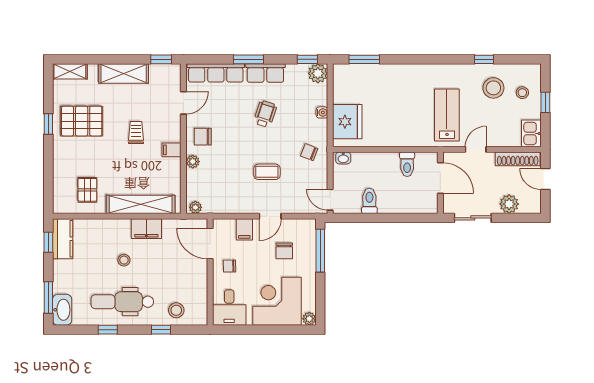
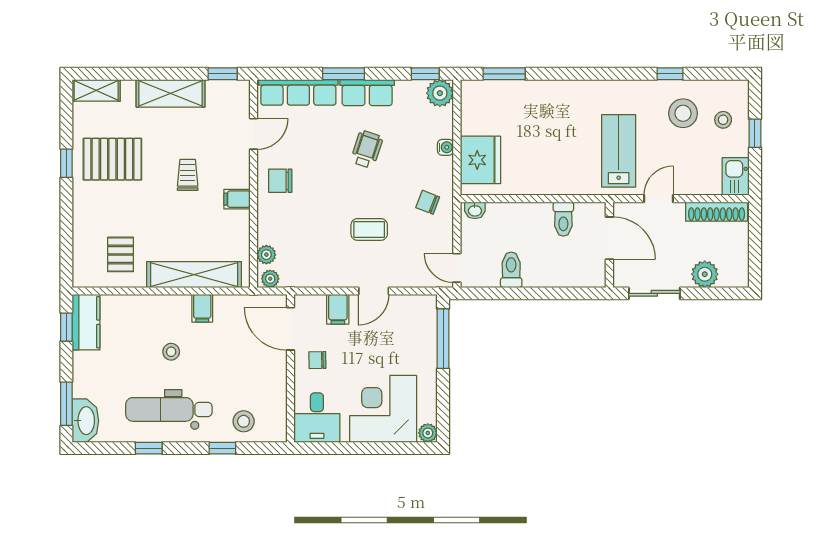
plant: (193, 162) -> (266, 255), moved
door: (545, 179) -> (755, 239), removed
filing cabinet: (146, 229) -> (202, 308), width x0.50
chair: (284, 251) -> (393, 339), removed

